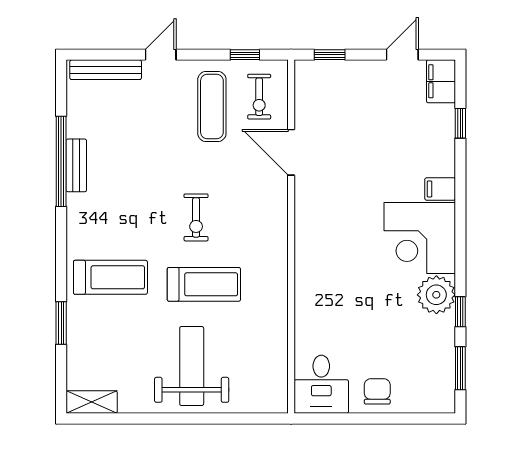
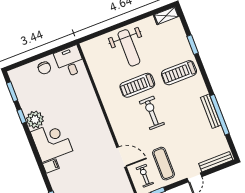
bench: (76, 165) -> (211, 111), width x1.36
exercise bike: (196, 217) -> (152, 113), width x1.38, depth x1.39

